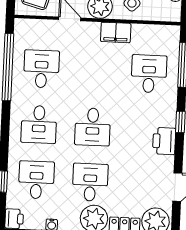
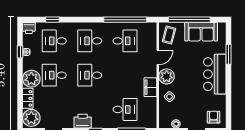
desk: (36, 180) -> (54, 41), turned 180
desk: (90, 182) -> (54, 75), turned 180

